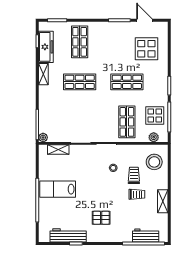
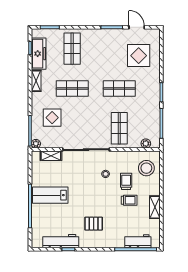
display table: (155, 115) -> (52, 118), moved

